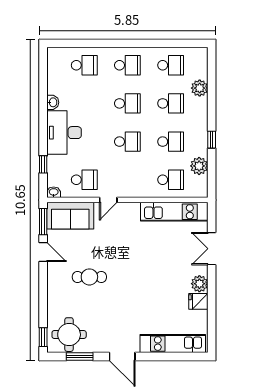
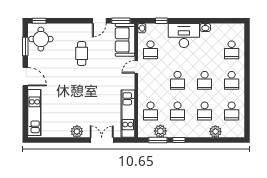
window: (212, 169) -> (158, 140), added
door: (108, 200) -> (136, 67), hinge flipped
fridge: (198, 301) -> (64, 131), removed
door: (122, 356) -> (25, 77), swing flipped

